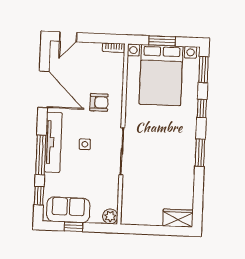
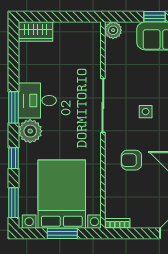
plant: (186, 131) -> (30, 131), added
desk: (179, 158) -> (37, 101), added

